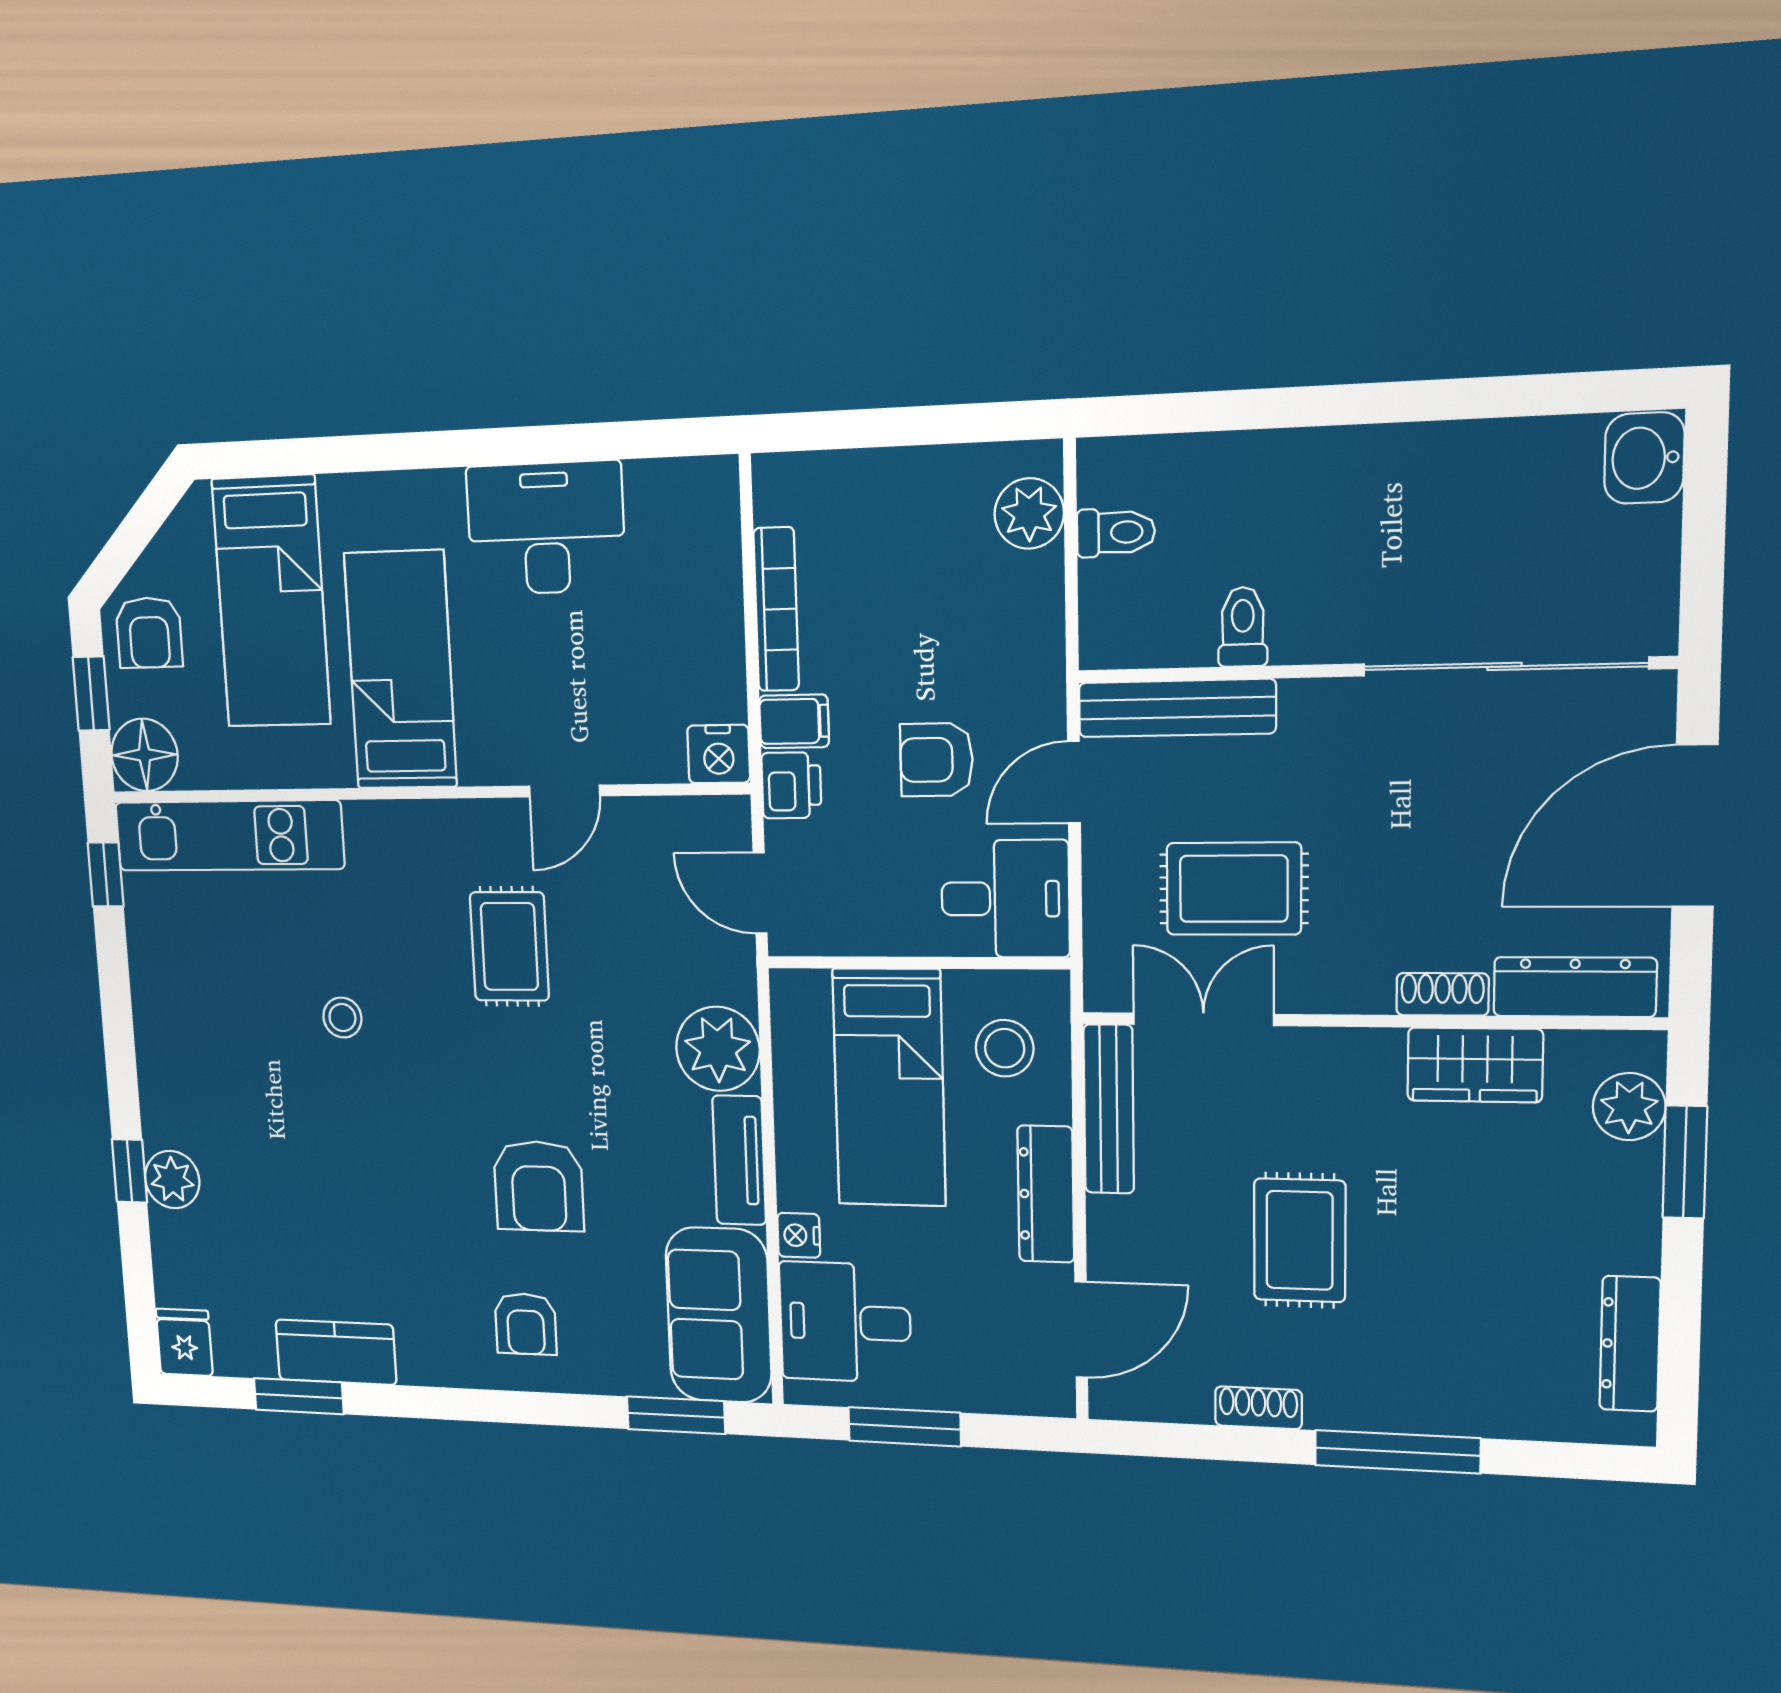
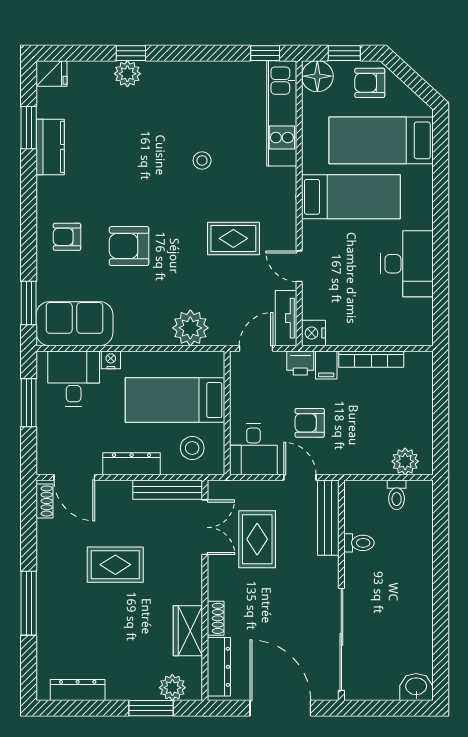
armchair: (937, 760) -> (310, 423), turned -90
tv unit: (739, 1160) -> (286, 318), moved, turned -90
shoe rack: (1258, 1408) -> (44, 501), moved

